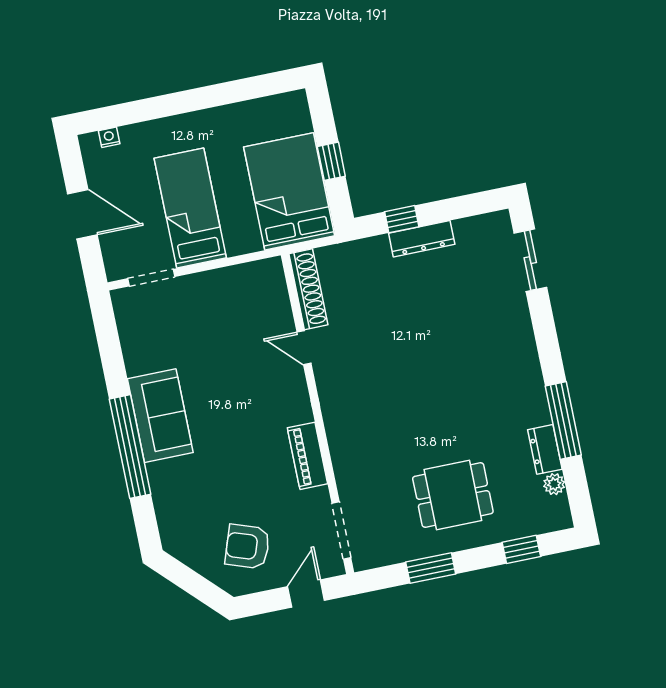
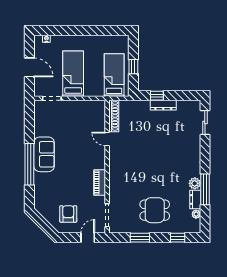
bed: (289, 191) -> (114, 75), width x0.67
plant: (535, 411) -> (195, 183), added
armchair: (247, 547) -> (68, 214), turned 71

